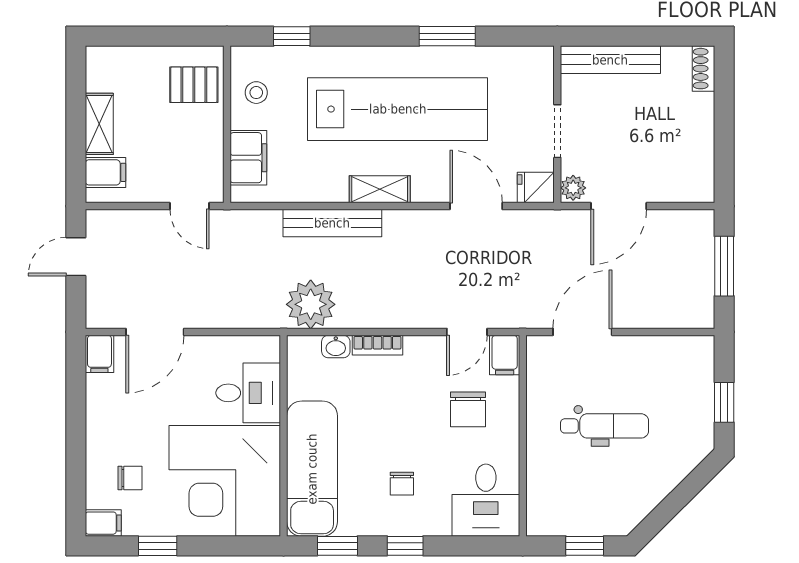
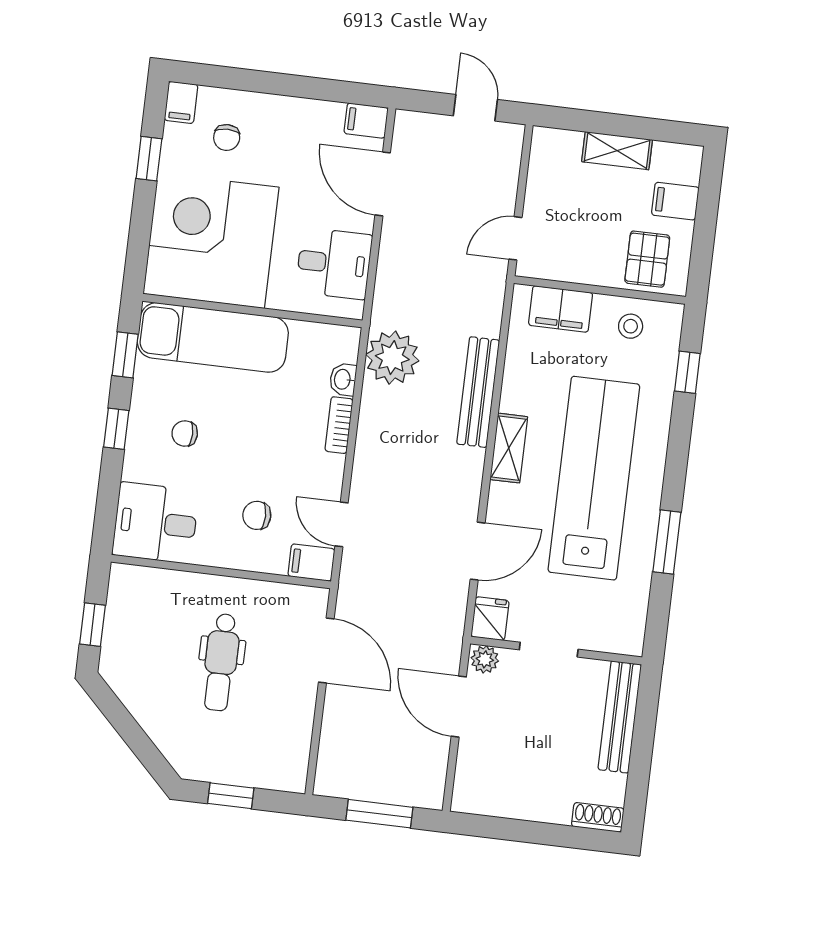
lab bench: (398, 109) -> (594, 478), turned 180
filing cabinet: (105, 172) -> (675, 201), moved, turned 90
desk: (248, 393) -> (334, 263), moved, turned -90
chair: (468, 409) -> (257, 515), width x0.73, depth x0.73

